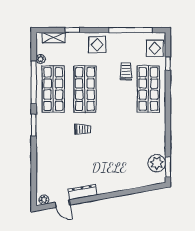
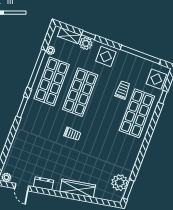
plant: (73, 39) -> (86, 43), added
trolley: (83, 129) -> (72, 134), moved
wardrobe: (118, 184) -> (78, 188), added
dresser: (82, 192) -> (43, 184), width x0.70

